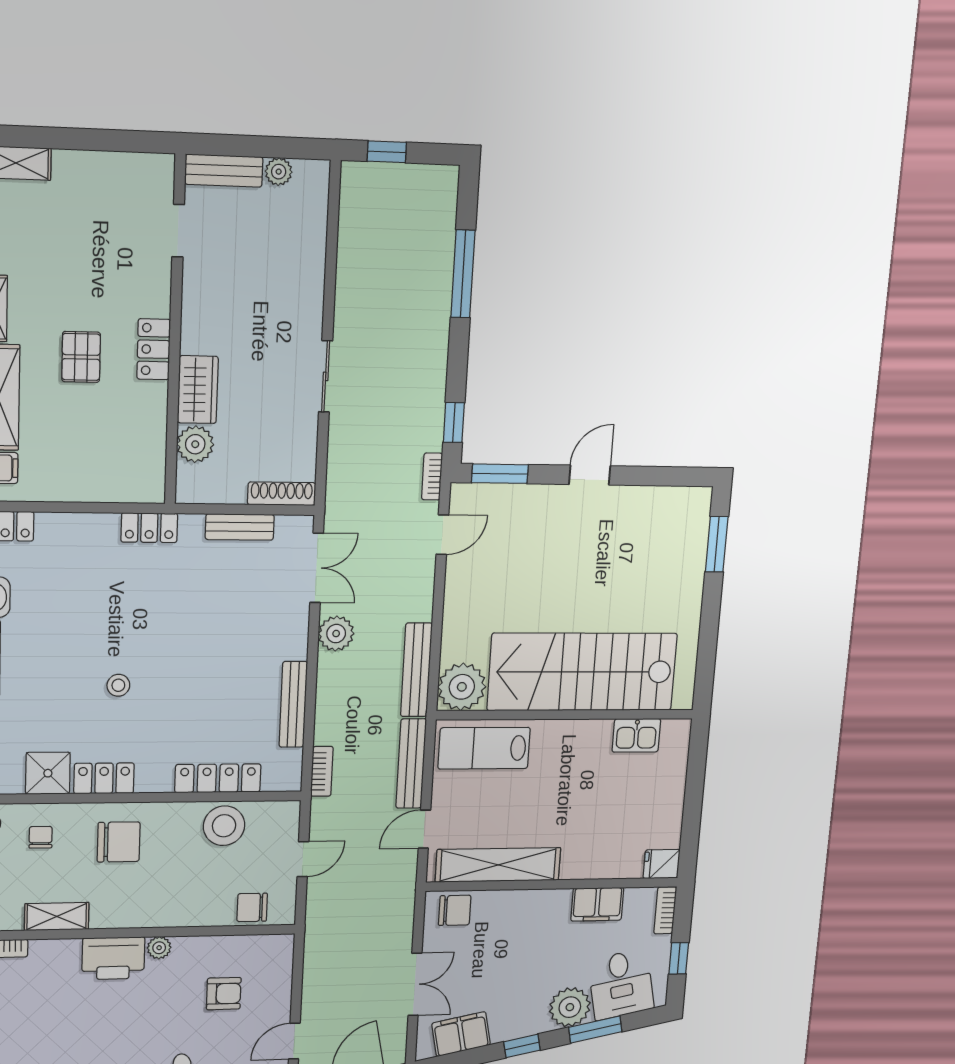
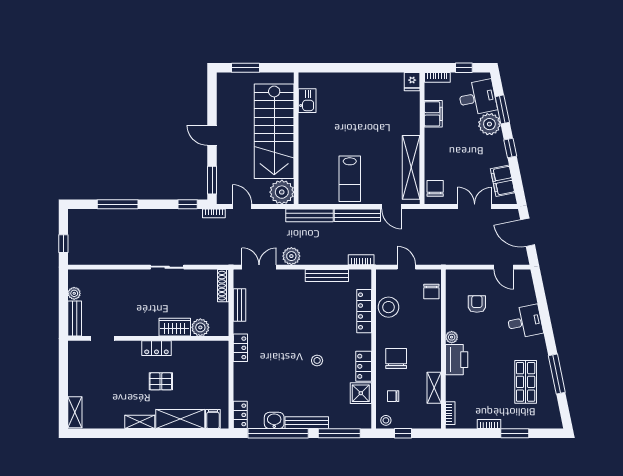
stairs: (582, 672) -> (274, 131), moved
plant: (462, 687) -> (282, 192), moved
wall: (566, 715) -> (296, 138), moved
kitchen sink: (636, 735) -> (307, 101), moved

